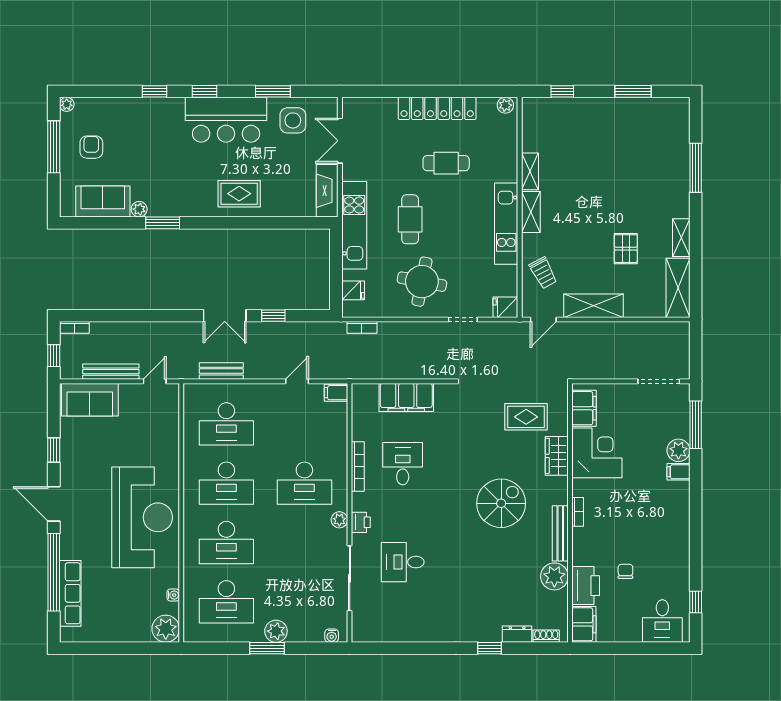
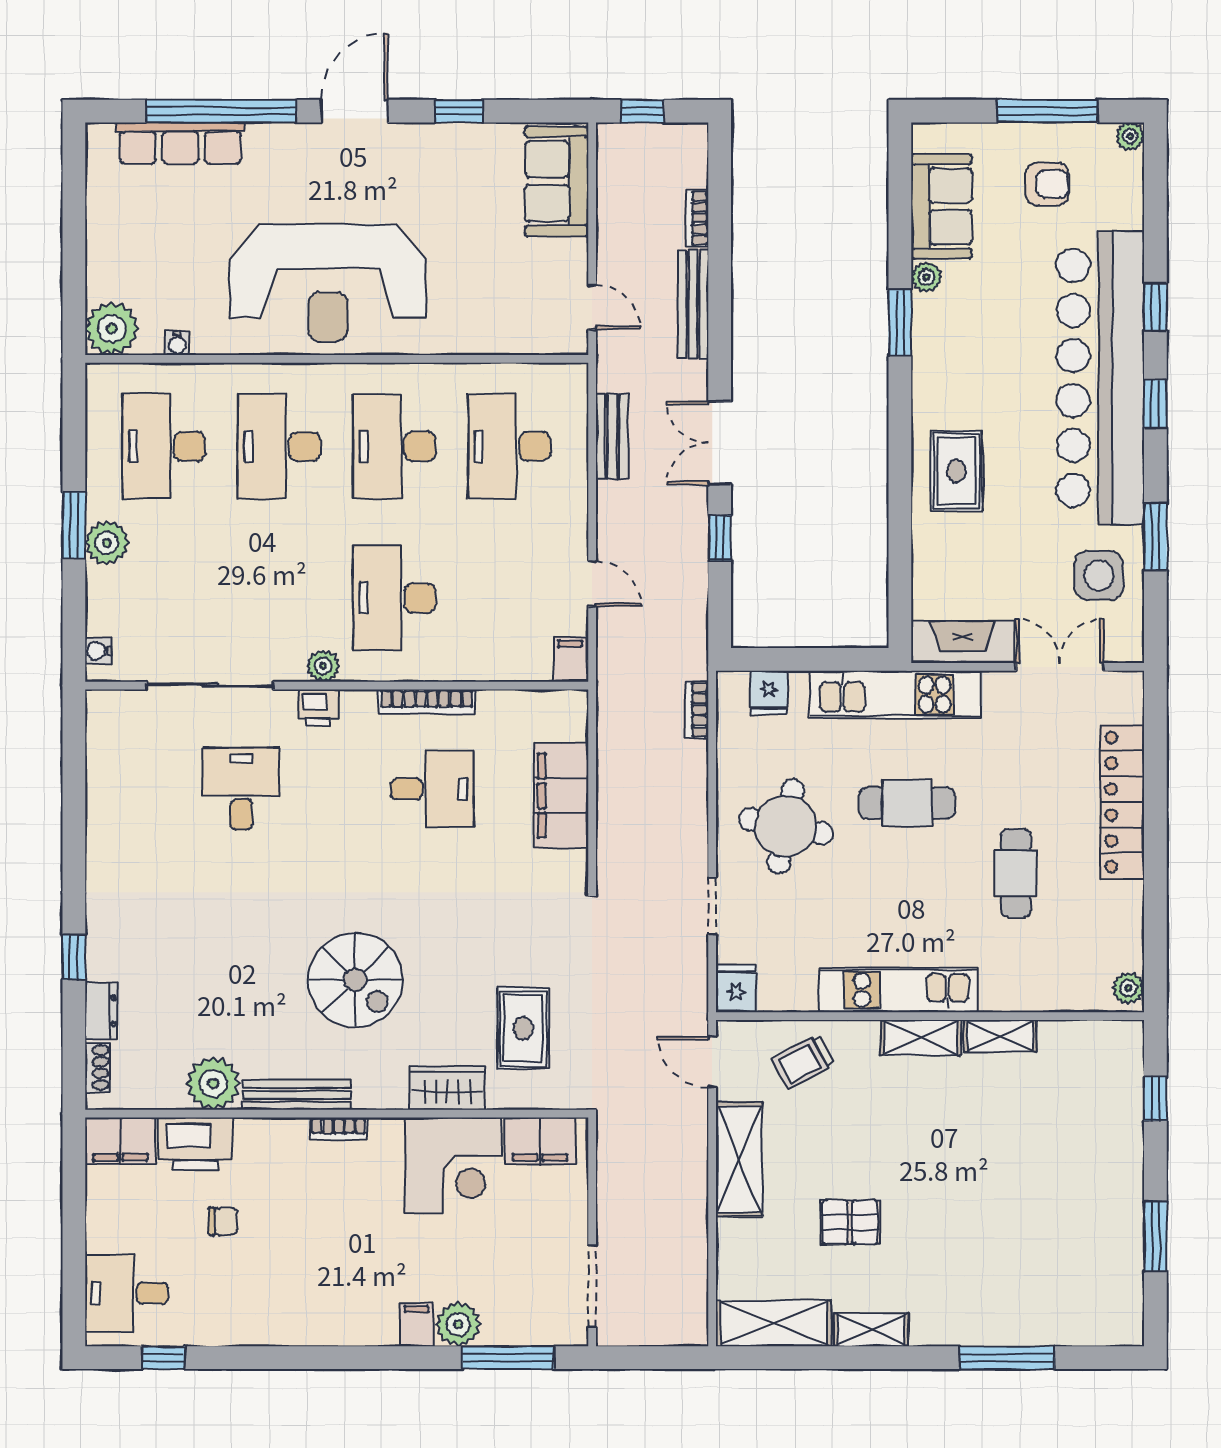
locker: (437, 108) -> (1122, 802), moved
bar counter: (226, 120) -> (1100, 378), width x1.86
bookcase: (74, 327) -> (697, 218), moved
bench: (111, 372) -> (693, 304), moved

